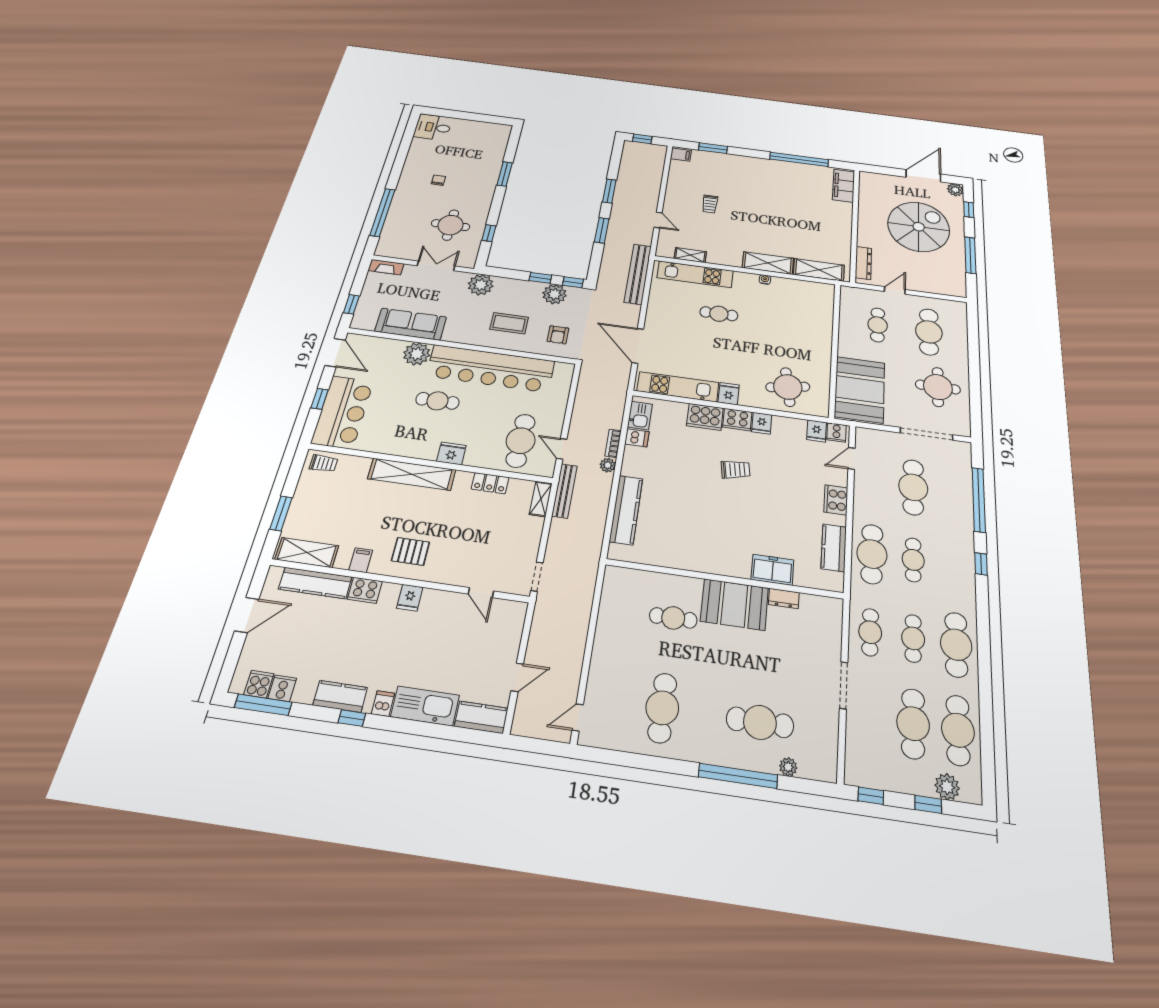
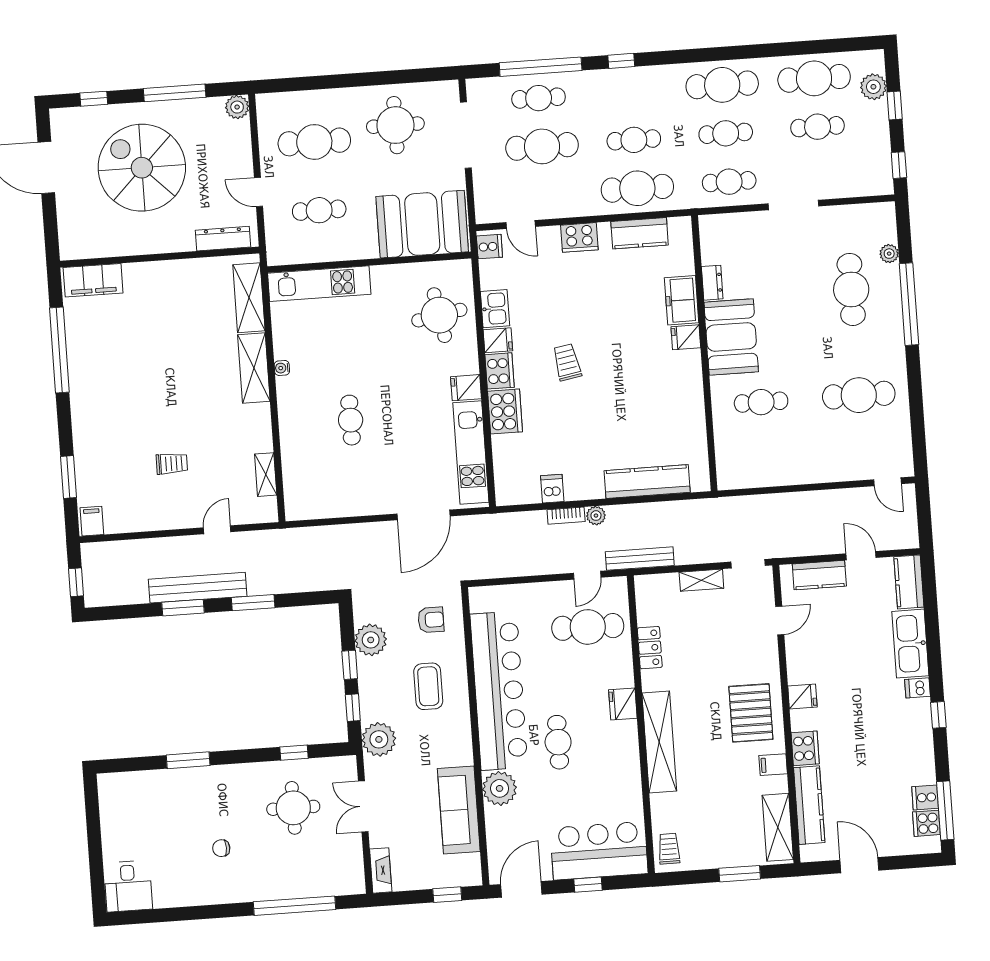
plant: (955, 190) -> (237, 107), moved
bench: (638, 274) -> (198, 588), moved
kitchen unit: (695, 274) -> (319, 284), moved, turned 90
window: (573, 282) -> (353, 708), moved
kitchen sink: (640, 416) -> (495, 309), moved, turned 90
fridge: (817, 431) -> (686, 337), moved, turned 180
cafe table: (953, 493) -> (539, 98), added
shelving: (541, 499) -> (701, 580), moved
pallet: (410, 551) -> (751, 713), width x1.50, depth x1.42
cafe table: (673, 618) -> (761, 402), turned 90
kitchen counter: (340, 696) -> (819, 575), moved, turned -90
cafe table: (913, 724) -> (818, 127), width x0.73, depth x0.74

